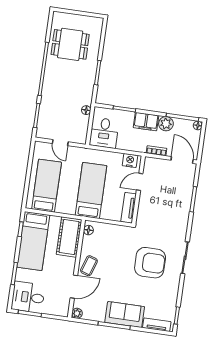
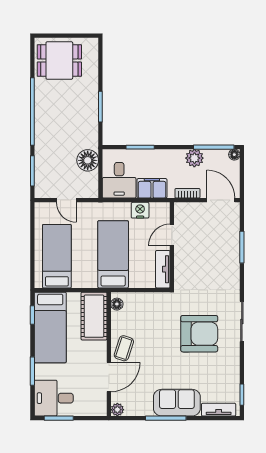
dining table: (70, 44) -> (59, 60), moved
floor lamp: (86, 110) -> (88, 160), width x1.89, depth x1.89
filing cabinet: (146, 122) -> (152, 188), moved, turned 180
nightstand: (130, 161) -> (140, 210), moved

